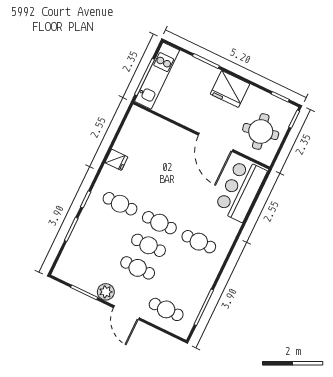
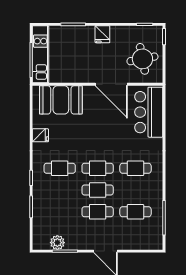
fridge: (230, 89) -> (102, 34), width x0.53, depth x0.75
booth: (155, 133) -> (61, 100), added
plant: (106, 292) -> (57, 243), moved
cafe table: (166, 309) -> (135, 212), moved

